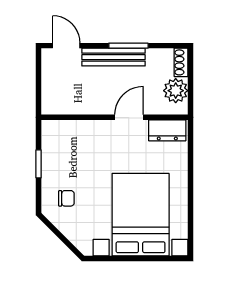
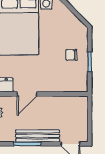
chair: (66, 198) -> (71, 55), moved

